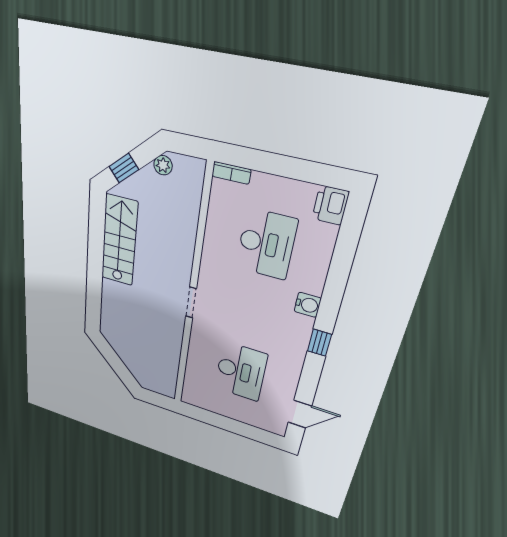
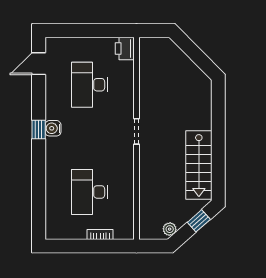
bookcase: (231, 173) -> (100, 234), moved
printer: (330, 205) -> (125, 49), moved, turned 180
water cooler: (308, 305) -> (53, 128), moved

